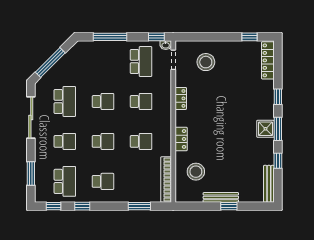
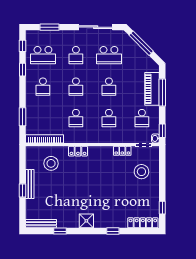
piano: (106, 49) -> (152, 89), added
school desk: (141, 62) -> (142, 118), width x0.54
locker: (181, 98) -> (122, 151), moved
window: (278, 129) -> (86, 231), removed

